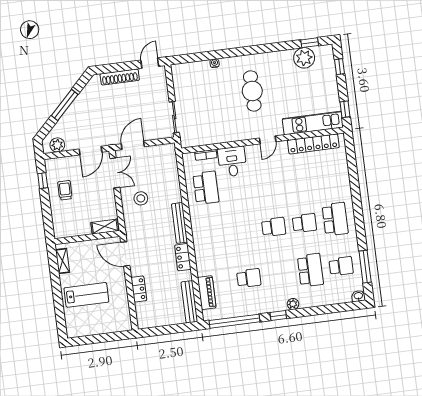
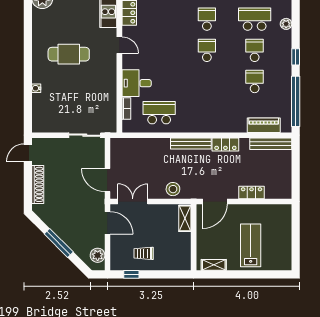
door: (150, 63) -> (28, 153), hinge flipped
stool: (141, 198) -> (173, 189), moved
school desk: (280, 274) -> (255, 50), added
plant: (293, 304) -> (286, 24), moved

